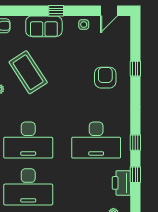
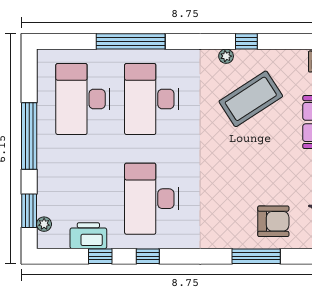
window: (135, 69) -> (256, 256), width x2.17
armchair: (105, 78) -> (273, 221), moved

